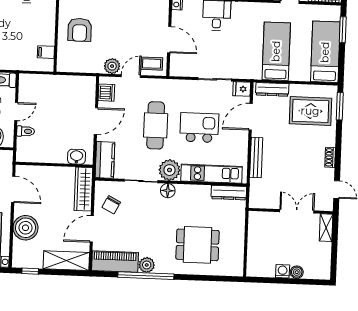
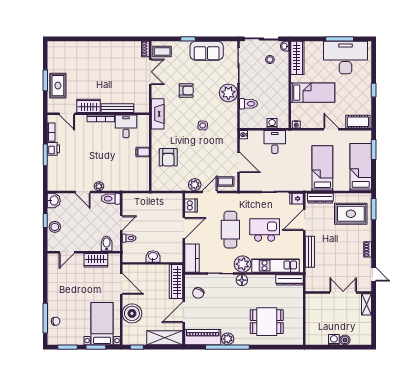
filing cabinet: (46, 52) -> (143, 152), moved
washbasin: (77, 157) -> (153, 256), moved

